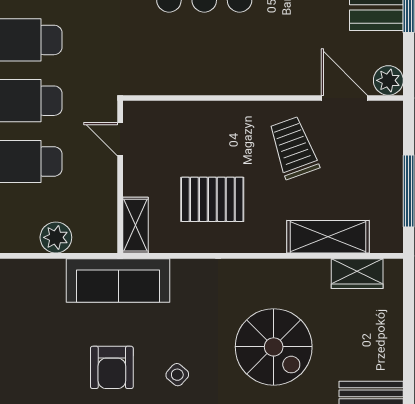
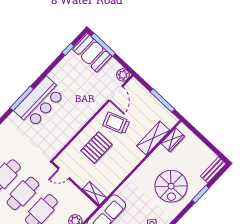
door: (344, 98) -> (116, 93), swing flipped
pallet: (212, 199) -> (96, 148), moved
spiral stairs: (274, 347) -> (171, 186), turned 90

